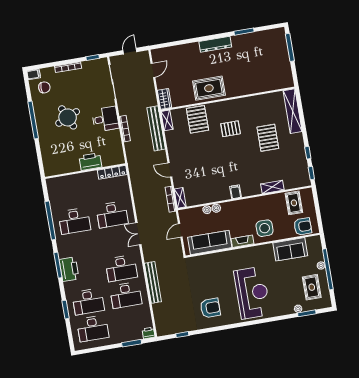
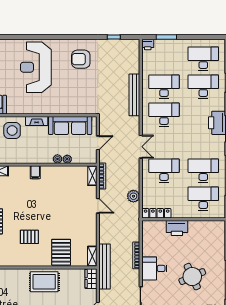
bench: (156, 128) -> (105, 266), moved
plant: (137, 185) -> (133, 196), added
desk: (70, 194) -> (203, 199), added

